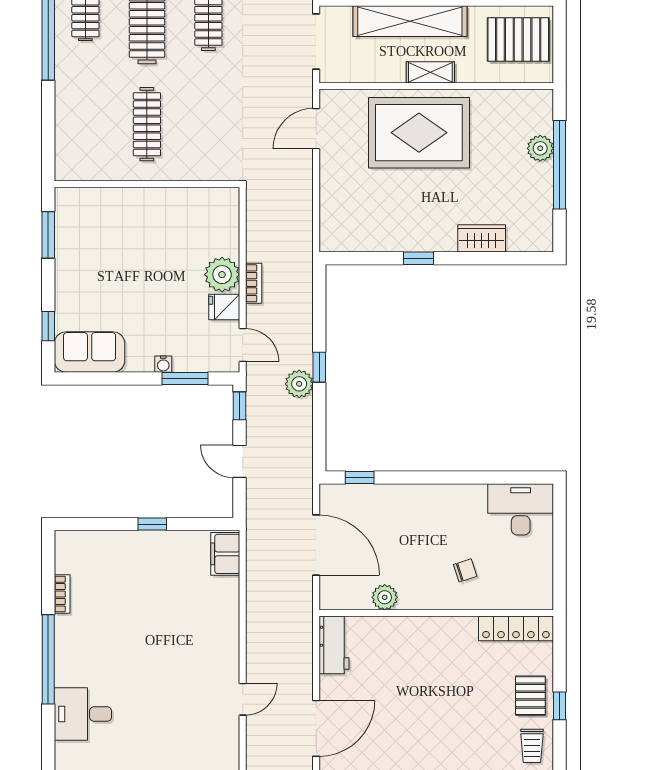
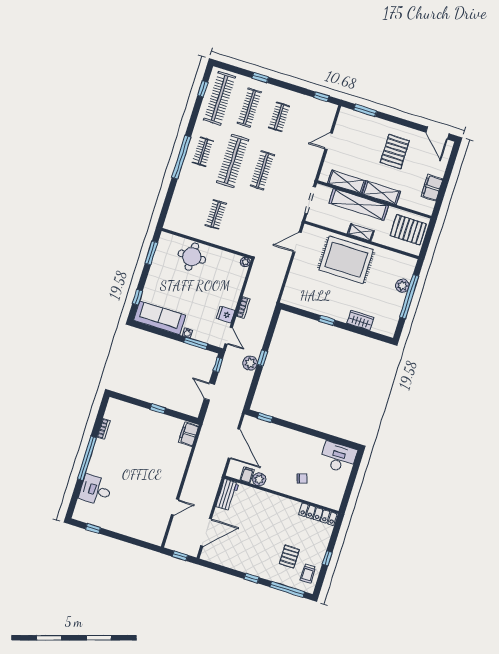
clothes rail: (147, 124) -> (216, 214), width x0.73
round table: (127, 218) -> (192, 257), added
plant: (222, 275) -> (245, 262), moved, width x0.53, depth x0.53
sofa: (90, 352) -> (160, 318), width x1.36
filing cabinet: (359, 596) -> (247, 475), added
pallet: (530, 696) -> (289, 557), moved

